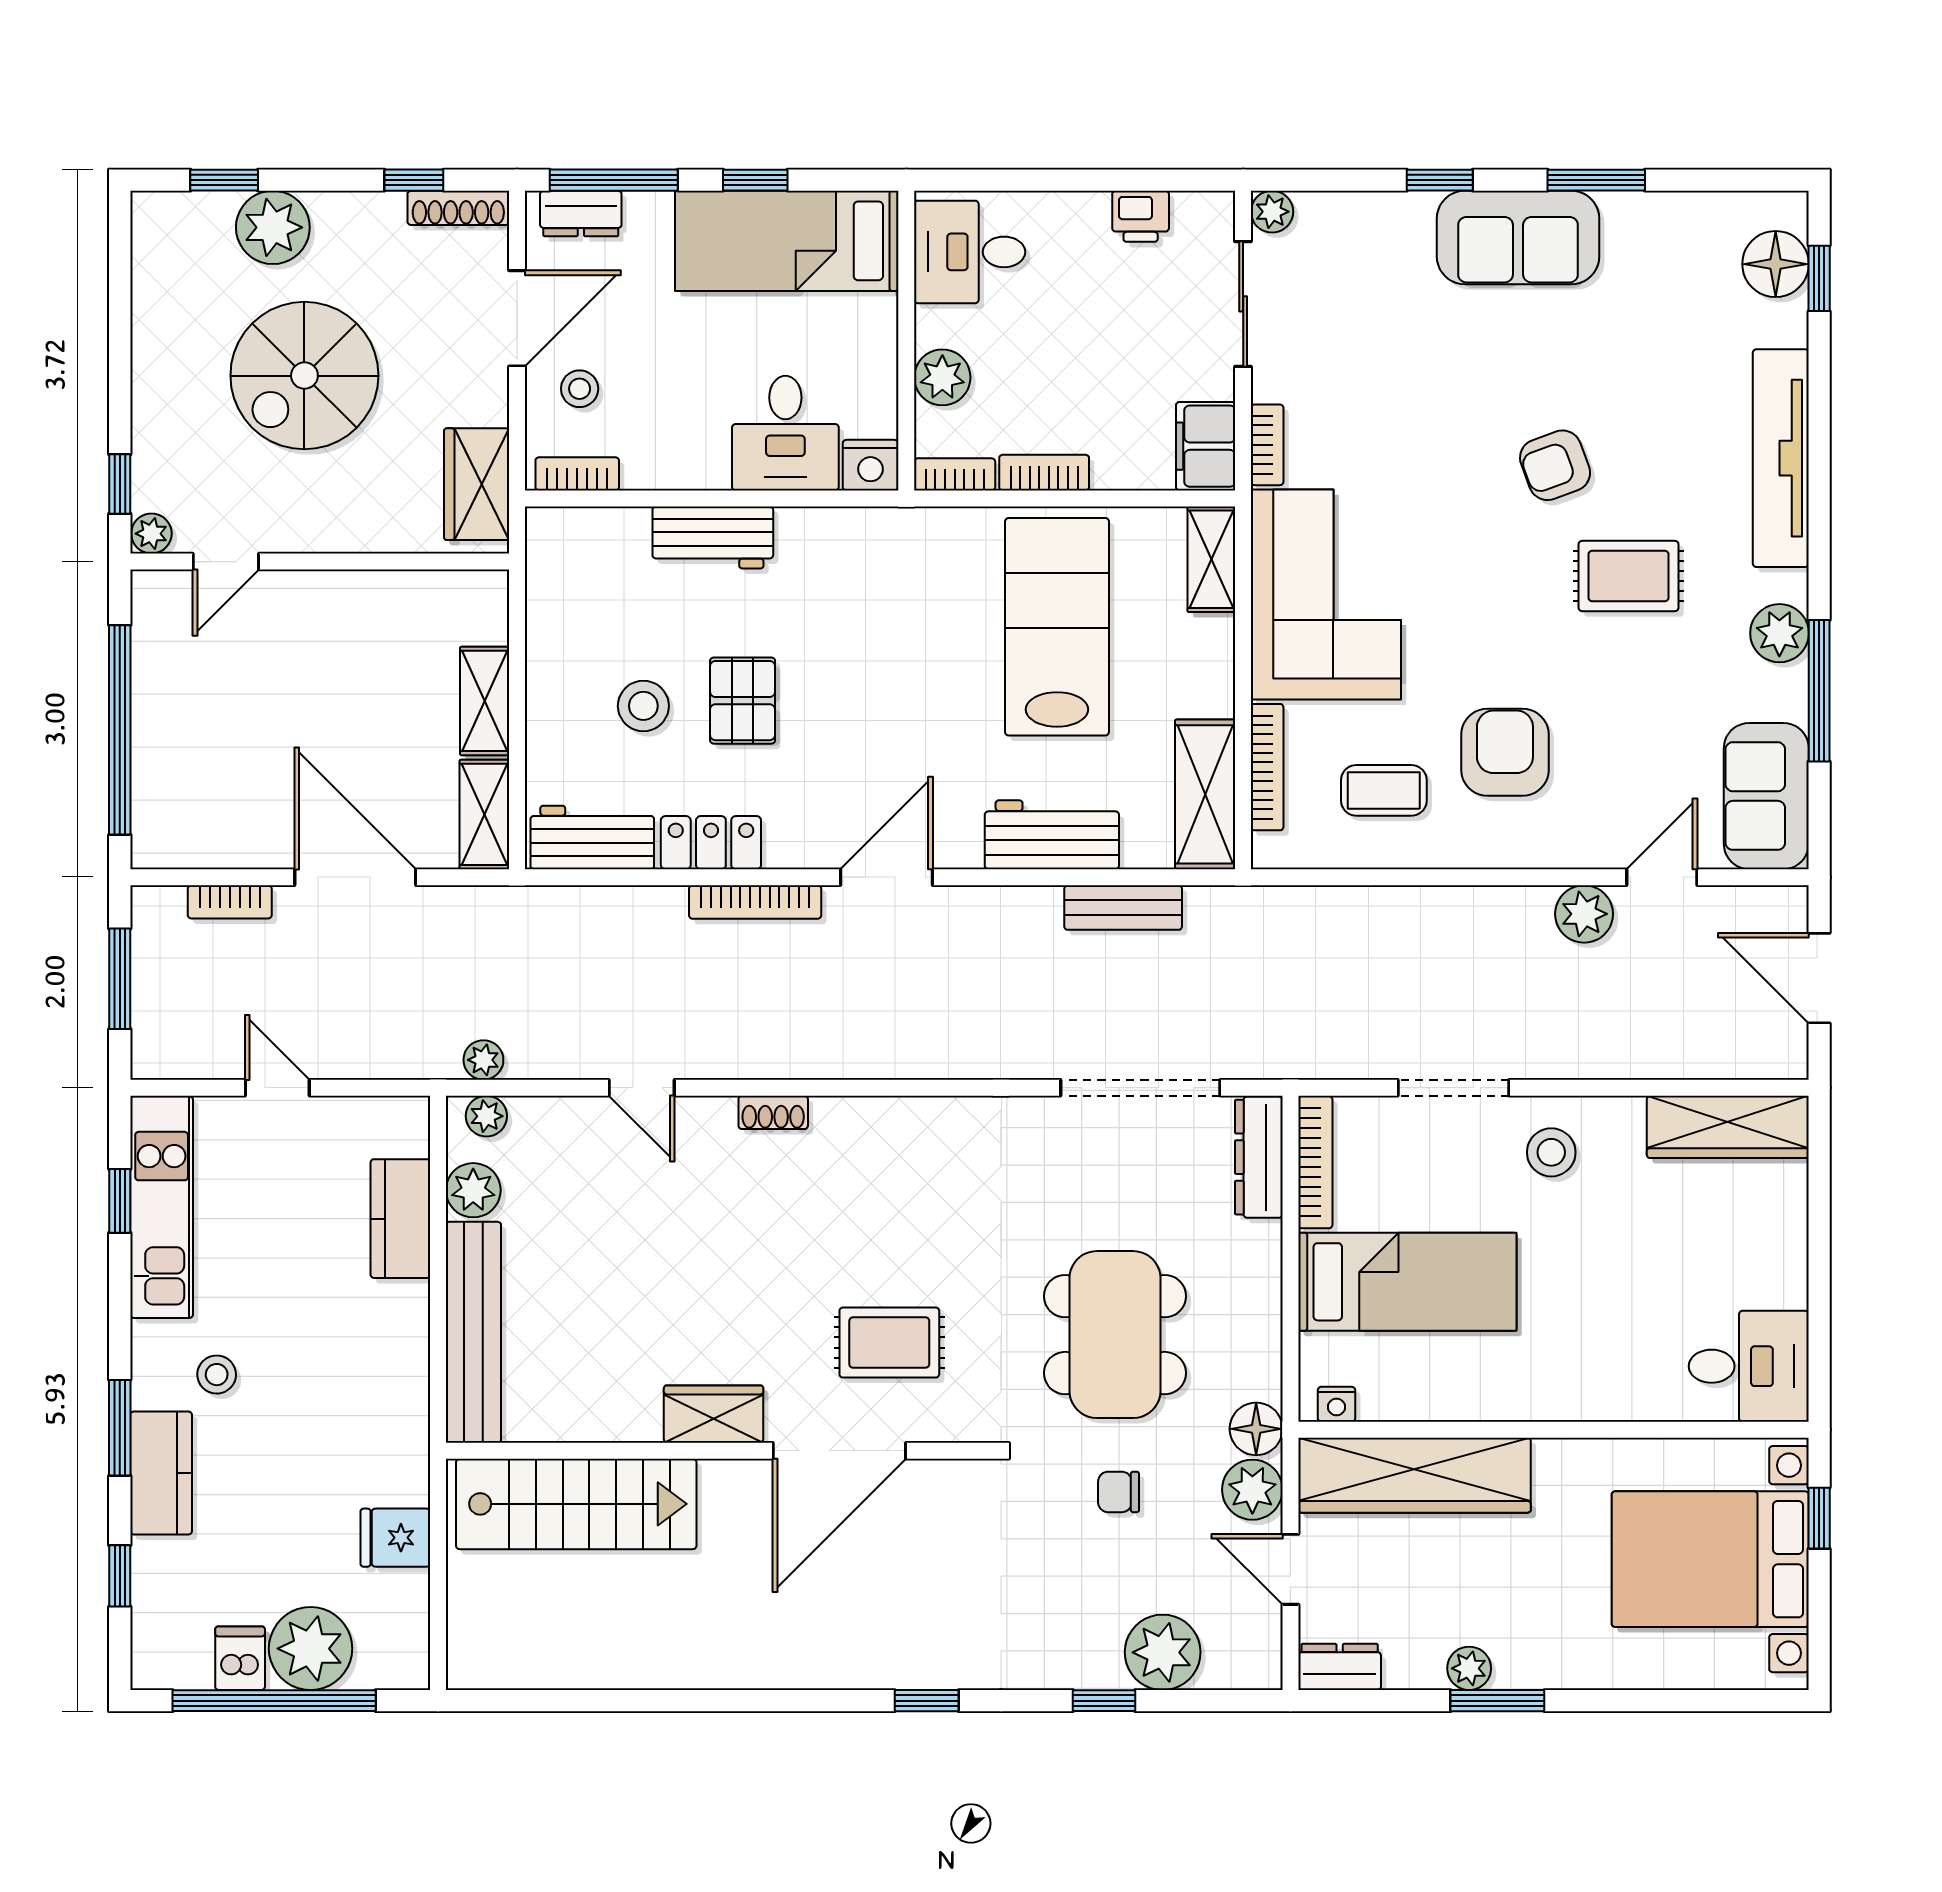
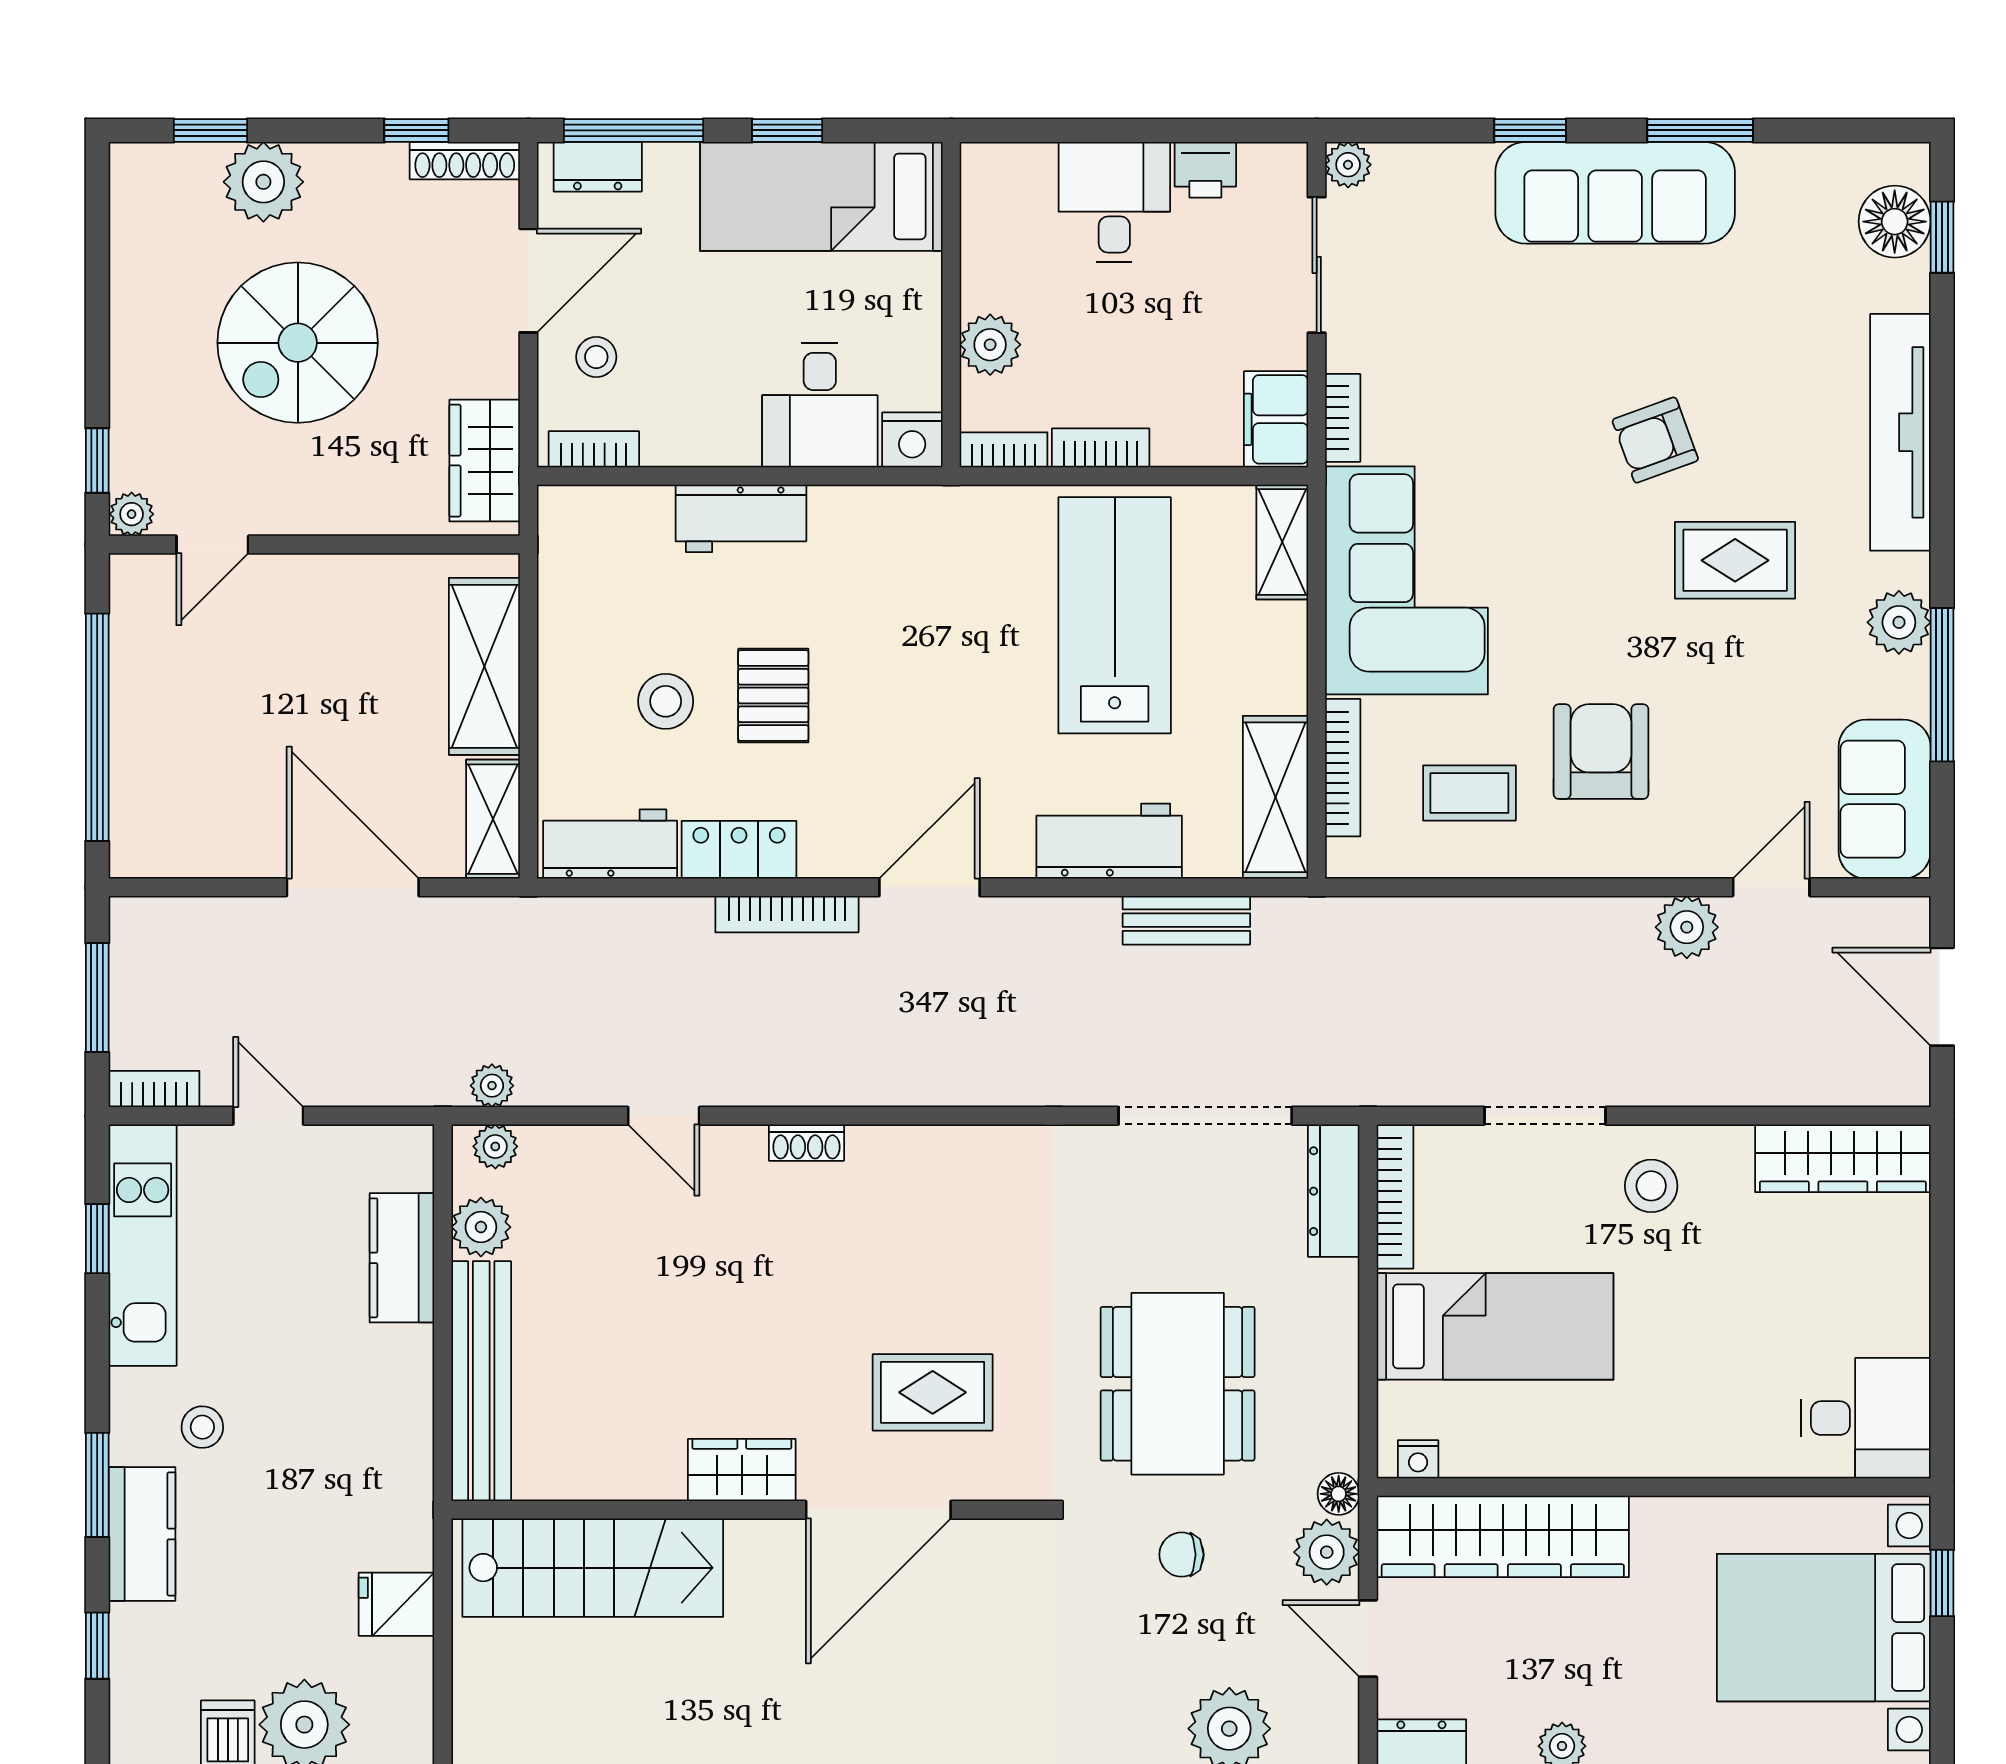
sofa: (1518, 238) -> (1615, 193), width x1.36
desk: (970, 252) -> (1114, 202), moved, turned 90
shelving: (485, 701) -> (484, 666), width x1.50, depth x1.33
bookcase: (230, 902) -> (154, 1089), moved, turned 180
floor lamp: (1256, 1429) -> (1339, 1494), width x0.73, depth x0.73

